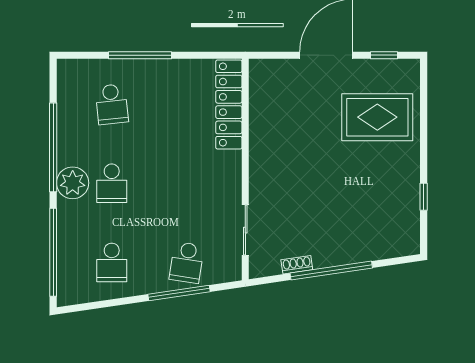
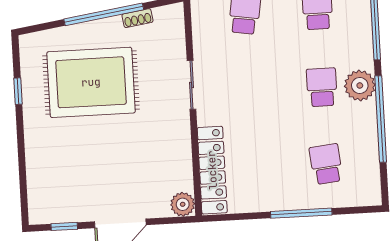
plant: (261, 71) -> (183, 204), added
rug: (377, 117) -> (91, 82), moved, width x1.37, depth x1.44
sliding door: (245, 230) -> (191, 85), moved

